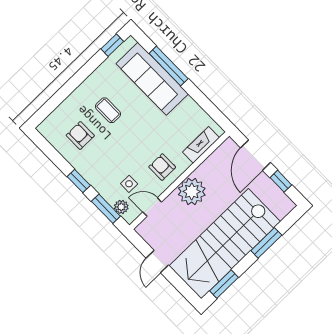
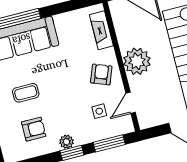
armchair: (80, 135) -> (34, 129), turned 180
armchair: (162, 167) -> (101, 74), turned 111
plant: (121, 207) -> (67, 142), moved

